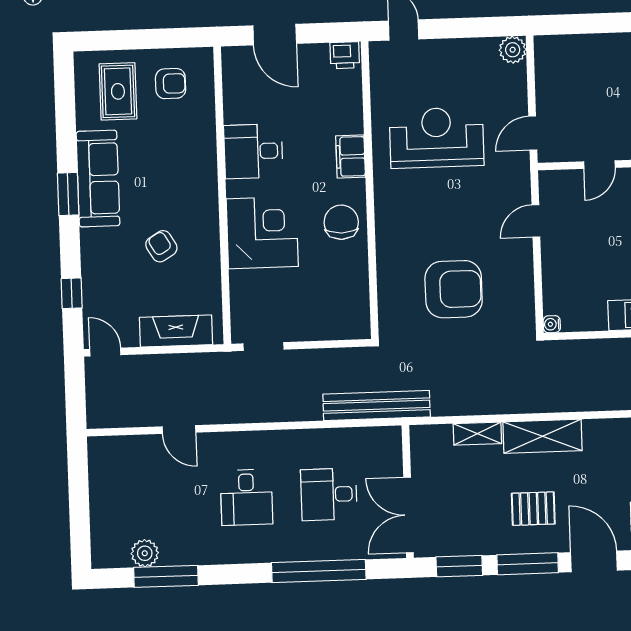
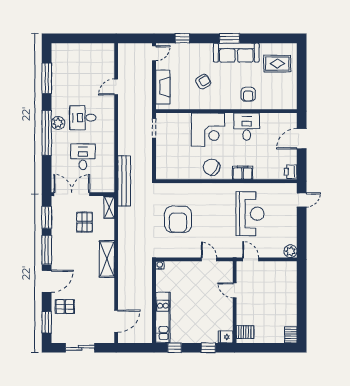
armchair: (171, 84) -> (248, 94), moved
chair: (341, 222) -> (212, 167), turned -149
shelving: (477, 434) -> (109, 207), moved
pallet: (533, 509) -> (84, 222), moved
plant: (145, 553) -> (58, 123), moved
window: (319, 571) -> (47, 133), moved

